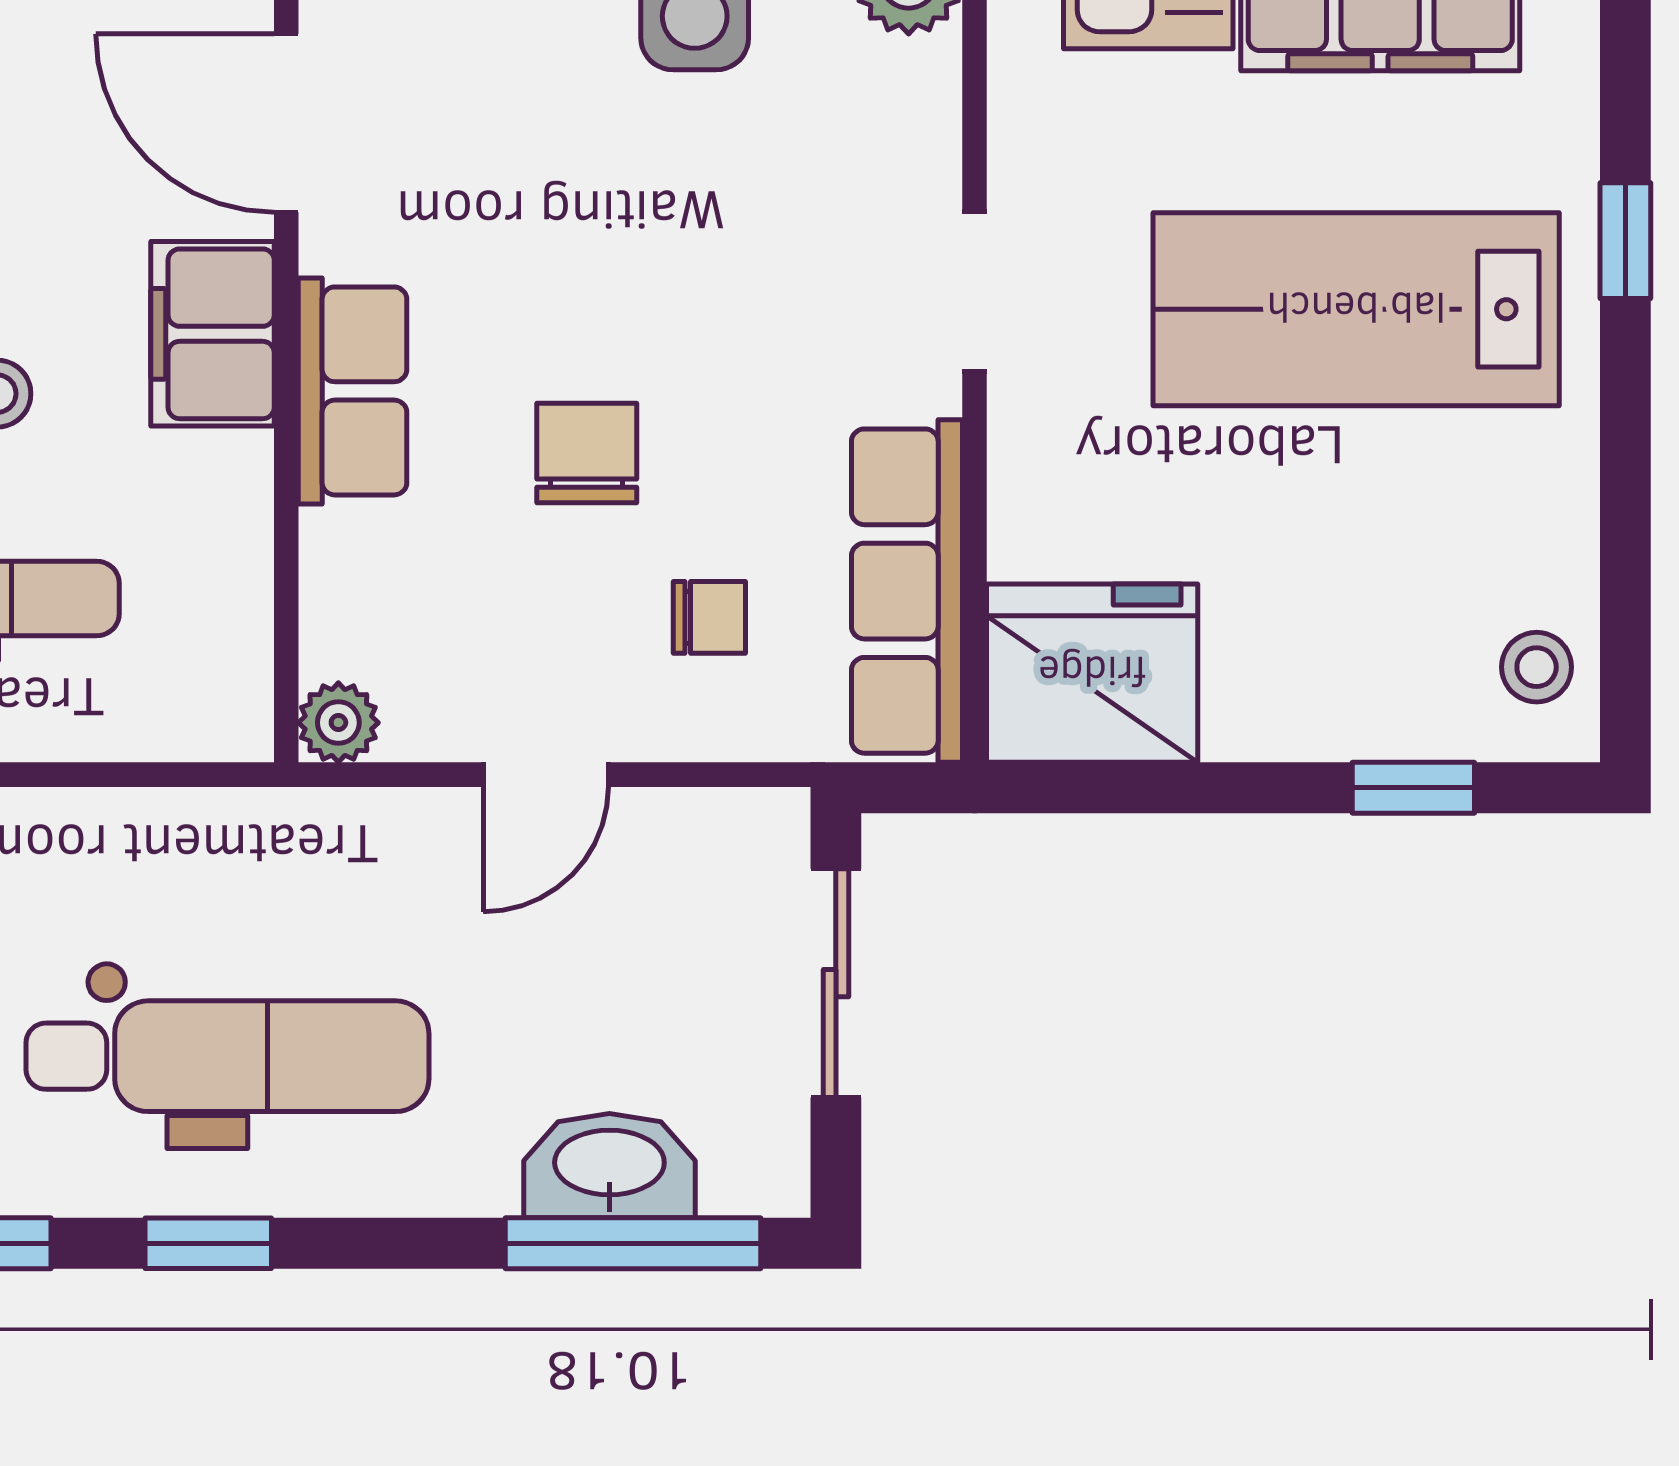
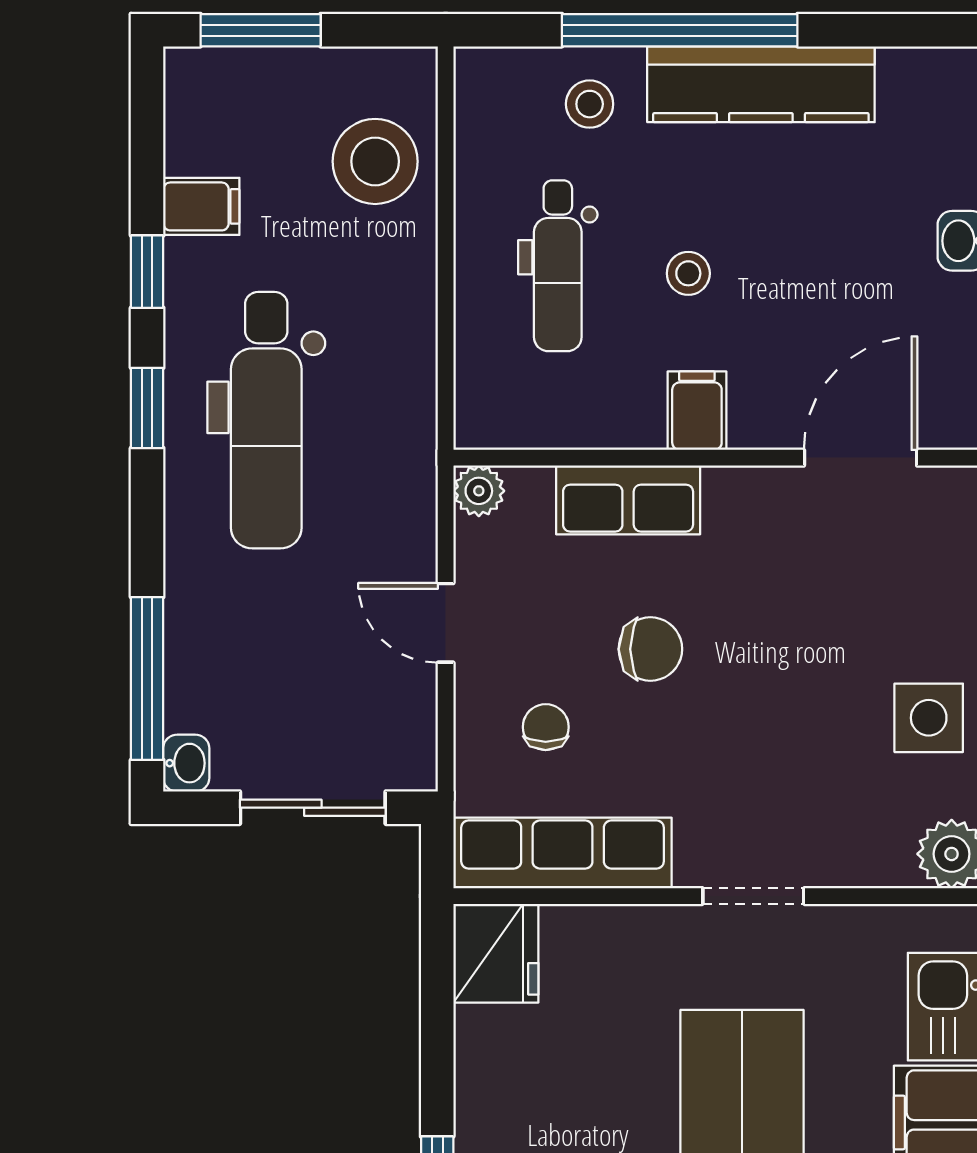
filing cabinet: (213, 334) -> (697, 411), width x0.50
row of seats: (353, 391) -> (628, 500), moved
chair: (709, 617) -> (546, 727), turned 180
fridge: (1092, 673) -> (496, 953), width x0.73, depth x0.75
washbasin: (609, 1166) -> (186, 763), moved, width x0.52, depth x0.69

